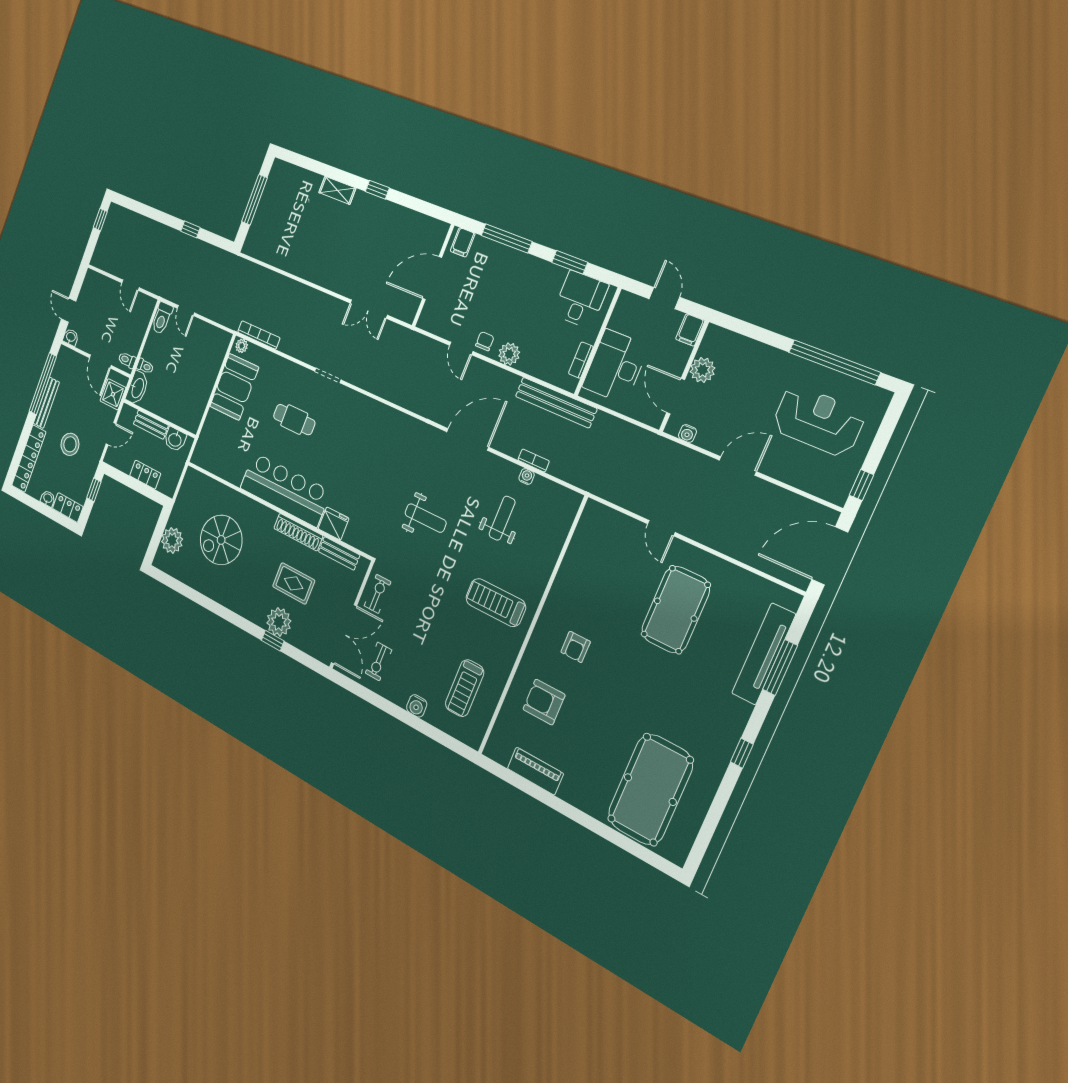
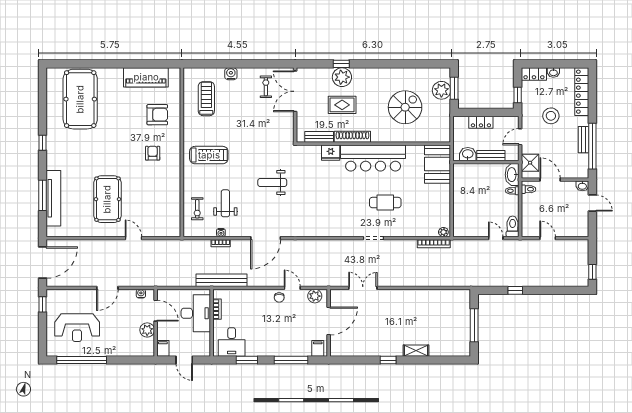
plant: (509, 354) -> (315, 296), moved
booth: (234, 387) -> (438, 164), moved
bench: (46, 403) -> (583, 140), width x0.73
weight bench: (502, 518) -> (225, 203), turned 180
window: (157, 536) -> (454, 88), added
exercise bike: (378, 594) -> (197, 209), moved
piano: (535, 771) -> (146, 77), width x1.37, depth x1.33

